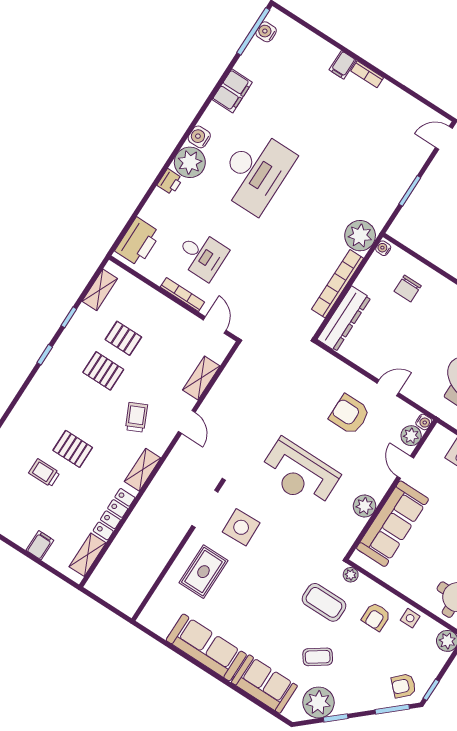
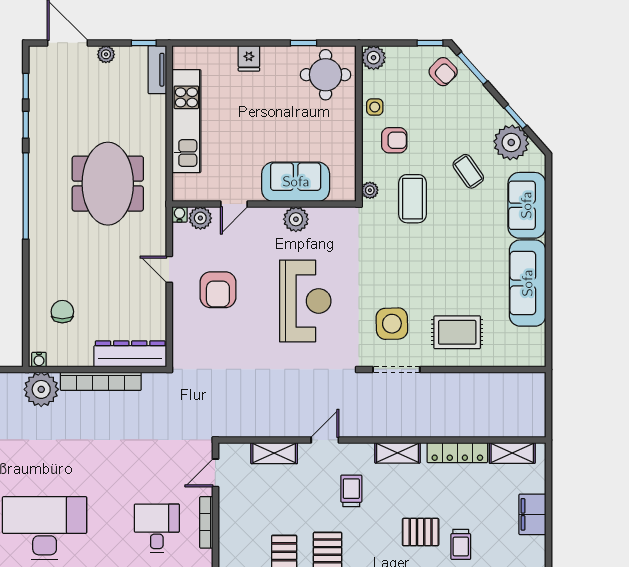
chair: (408, 289) -> (62, 312), turned -90
trolley: (136, 417) -> (351, 491), turned 115
pallet: (73, 449) -> (421, 532), turned 90
sofa: (392, 524) -> (296, 182), width x0.73
filing cabinet: (40, 545) -> (532, 514), width x2.00

